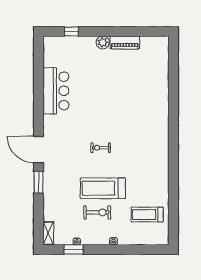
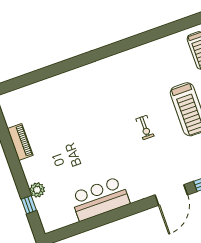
plant: (103, 42) -> (37, 190), moved

